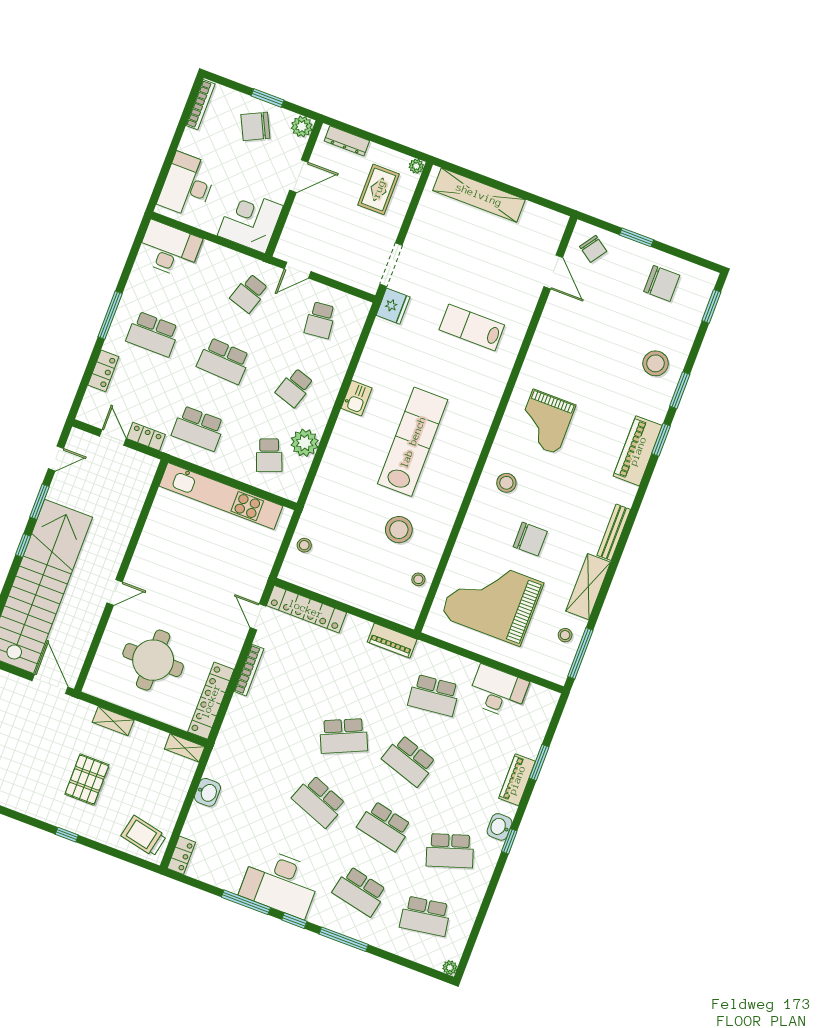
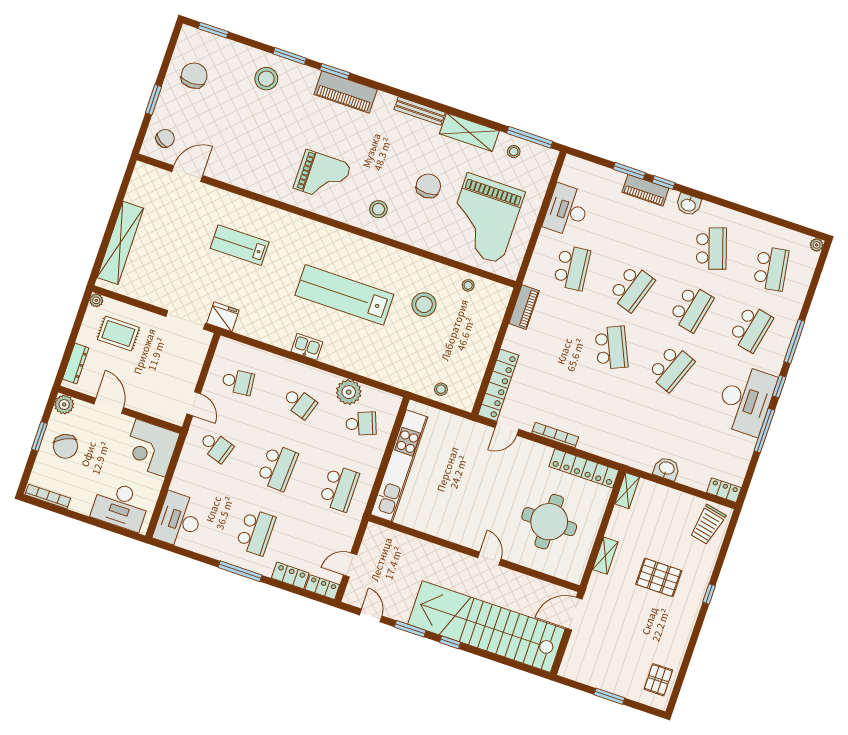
lab bench: (472, 327) -> (240, 245), turned 90
locker: (146, 437) -> (322, 587), moved, turned 90
window: (509, 841) -> (663, 183), moved

